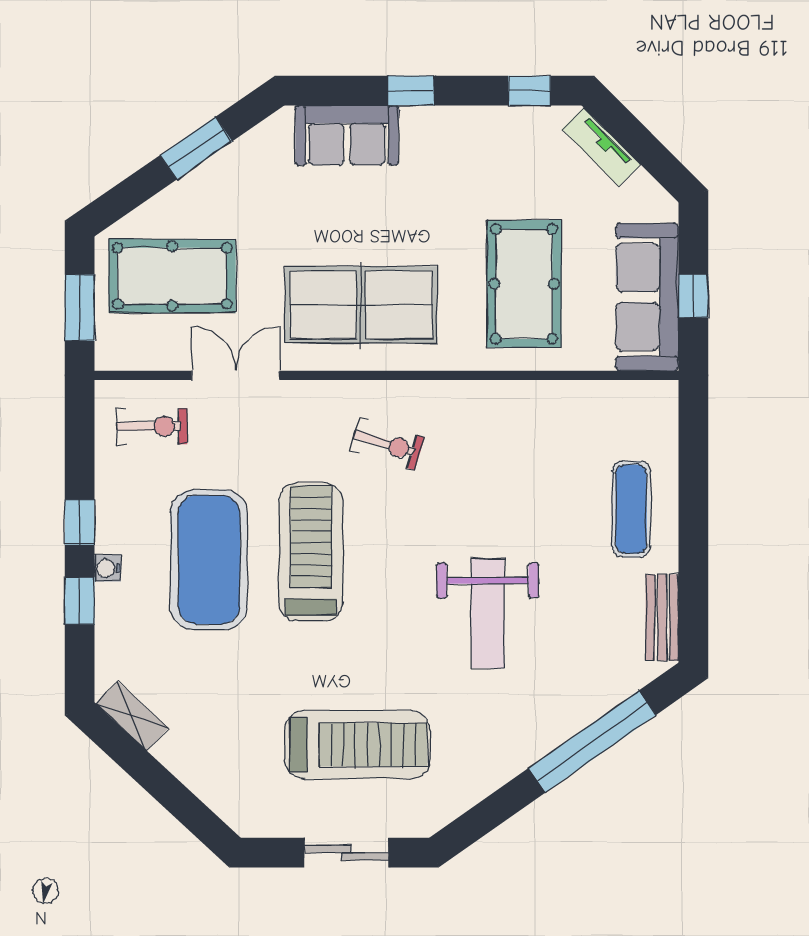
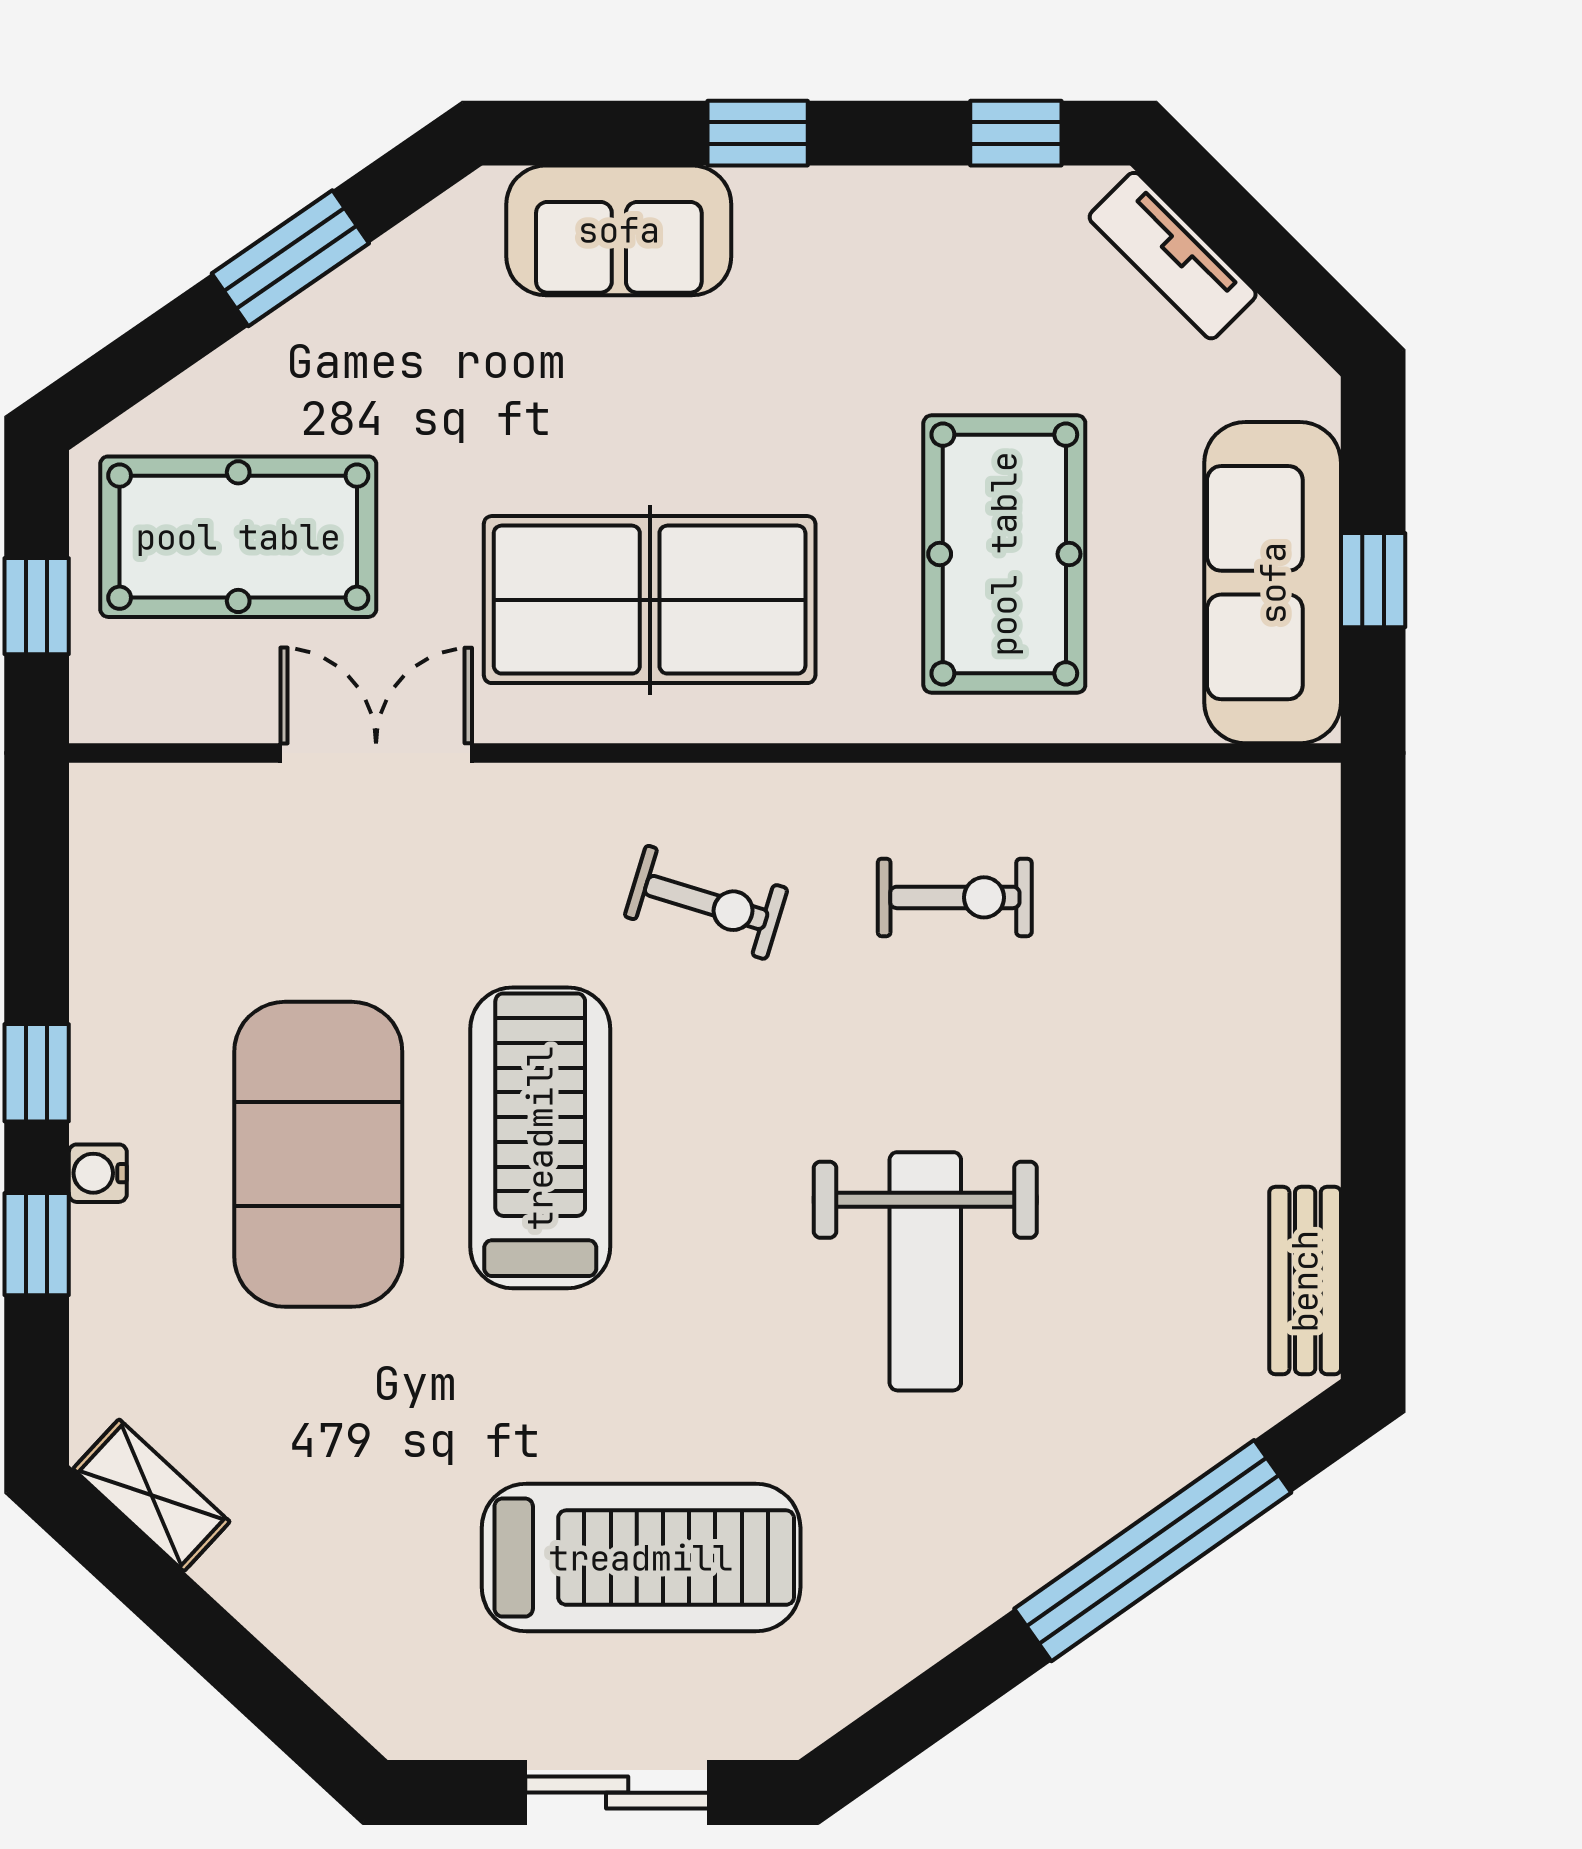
window: (80, 308) -> (37, 606), width x0.67
exercise bike: (152, 426) -> (955, 897), moved
exercise mat: (631, 509) -> (1238, 1044), removed

